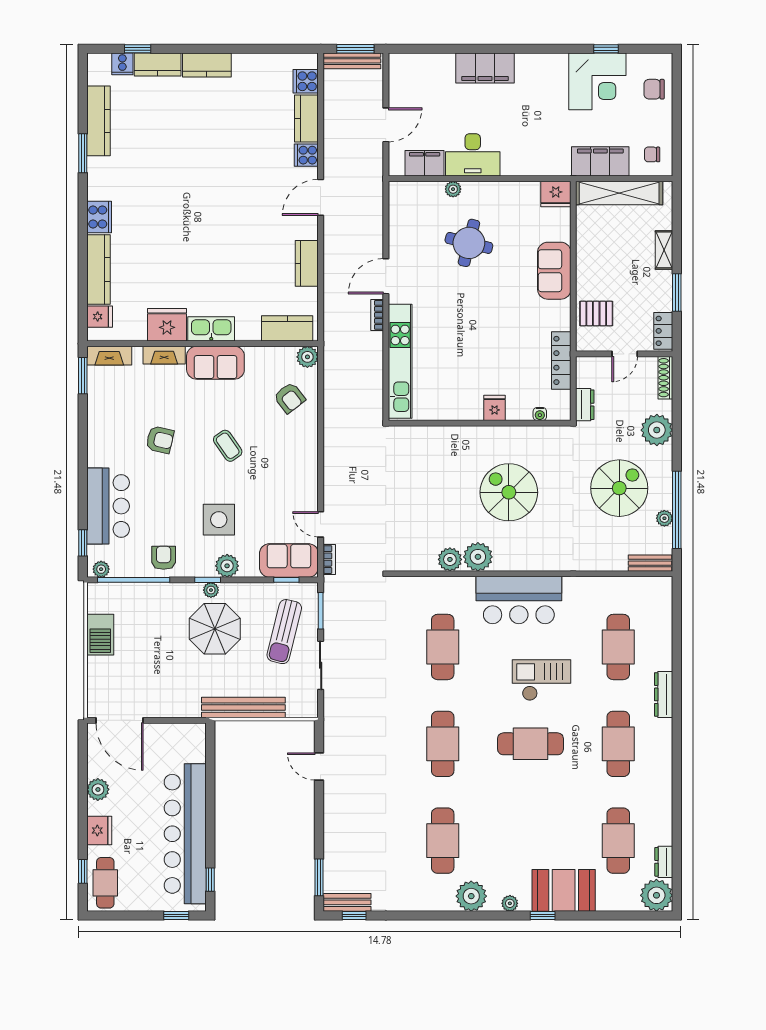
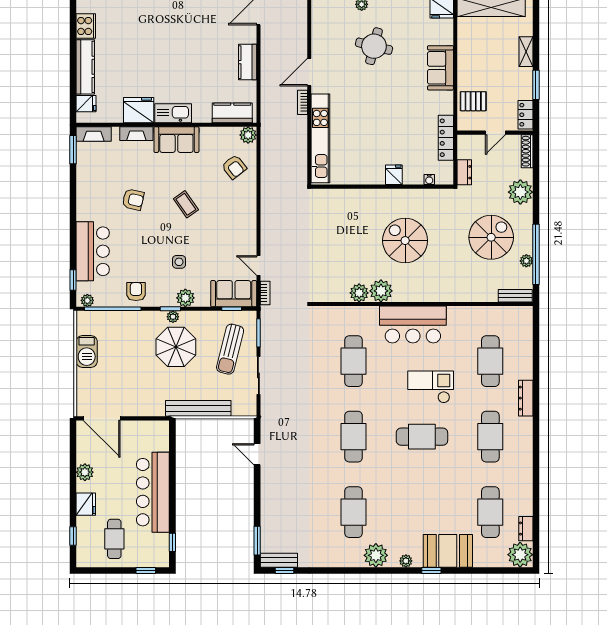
side table: (219, 520) -> (179, 262), width x0.54, depth x0.54
bar counter: (185, 834) -> (153, 492), width x0.73
cafe table: (105, 883) -> (114, 539), moved

